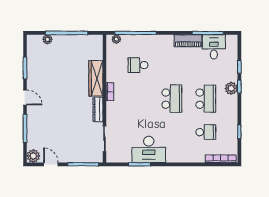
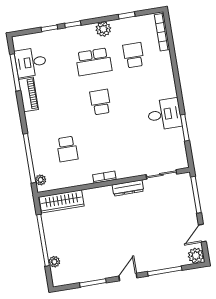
wardrobe: (96, 78) -> (62, 201), moved
plant: (231, 88) -> (103, 29), moved
school desk: (172, 99) -> (100, 102), width x0.54
school desk: (206, 99) -> (94, 62), turned 180
desk: (149, 149) -> (164, 114), width x0.73

